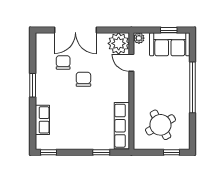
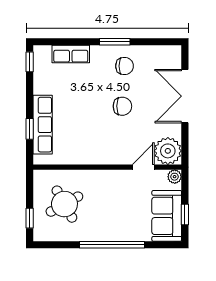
chair: (63, 62) -> (125, 66), moved
row of seats: (122, 126) -> (43, 125), moved, turned 90

